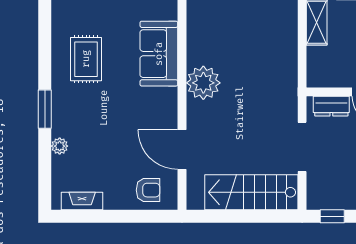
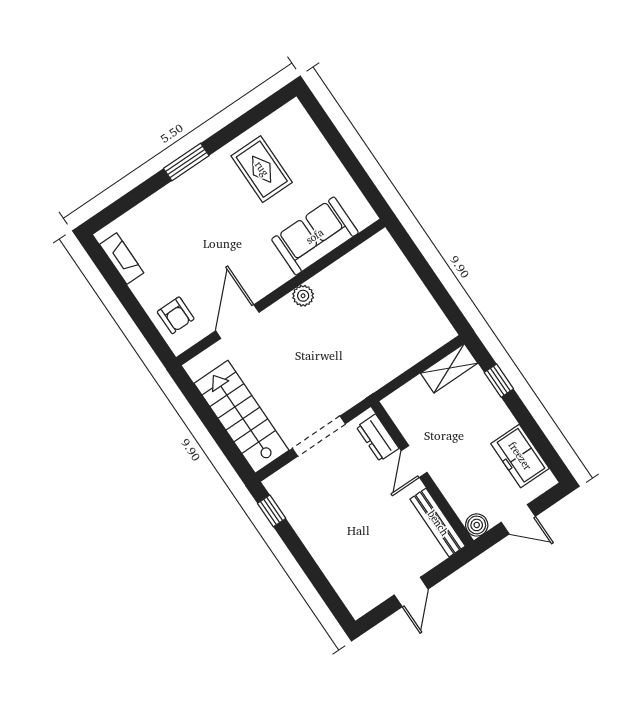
rug: (86, 59) -> (262, 169), turned 90
plant: (203, 83) -> (303, 296), width x0.53, depth x0.53
plant: (60, 146) -> (160, 201), removed

